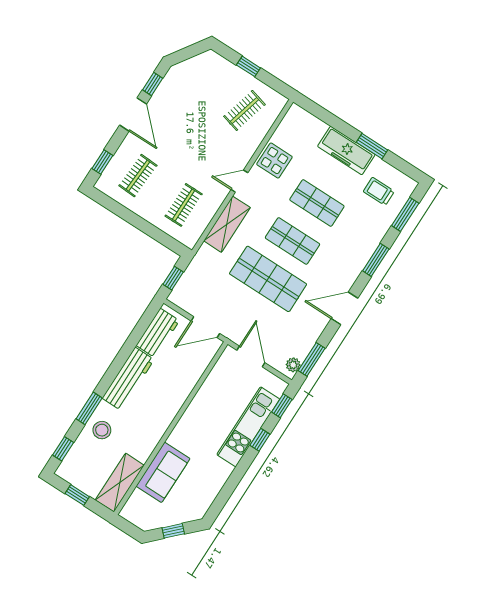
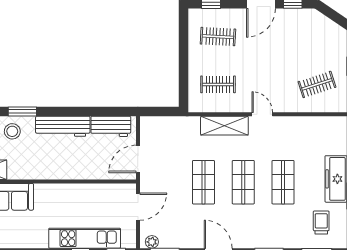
clothes rail: (244, 110) -> (317, 84), turned -33
display table: (274, 161) -> (294, 131), removed
window: (173, 278) -> (159, 112), removed
shop shelf: (268, 279) -> (203, 182), width x0.70, depth x0.74
door: (205, 327) -> (138, 159), hinge flipped

